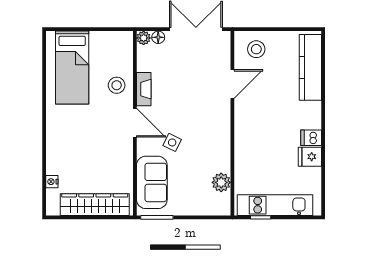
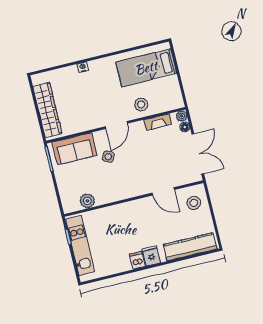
fireplace: (144, 89) -> (158, 122), moved
fridge: (310, 157) -> (151, 256), moved
nightstand: (52, 182) -> (83, 67), moved

